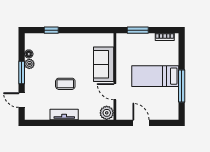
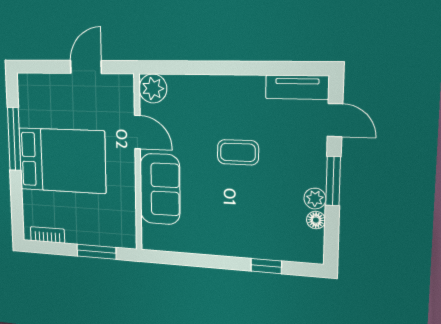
bed: (155, 76) -> (62, 160), width x1.50
tv unit: (64, 114) -> (297, 87), moved
door: (141, 123) -> (86, 67), swing flipped

